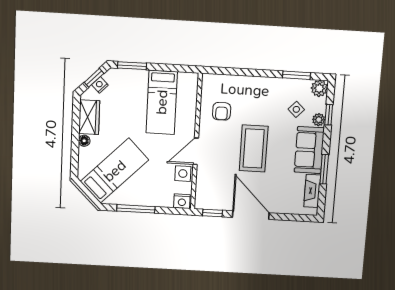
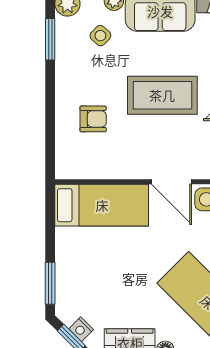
bed: (162, 102) -> (102, 205), moved
armchair: (222, 111) -> (93, 119), moved

